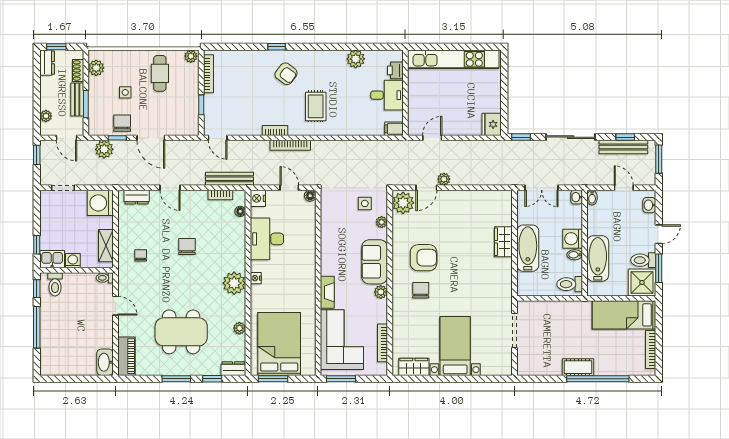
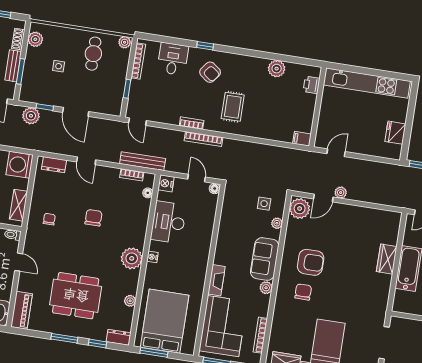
desk: (387, 95) -> (173, 59), moved, turned -90
chair: (122, 123) -> (51, 94), removed
fridge: (492, 124) -> (395, 133), moved

